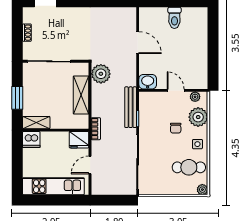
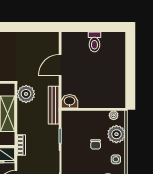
door: (138, 43) -> (60, 65), swing flipped
door: (176, 90) -> (95, 109), removed
bench: (131, 107) -> (54, 105), moved

